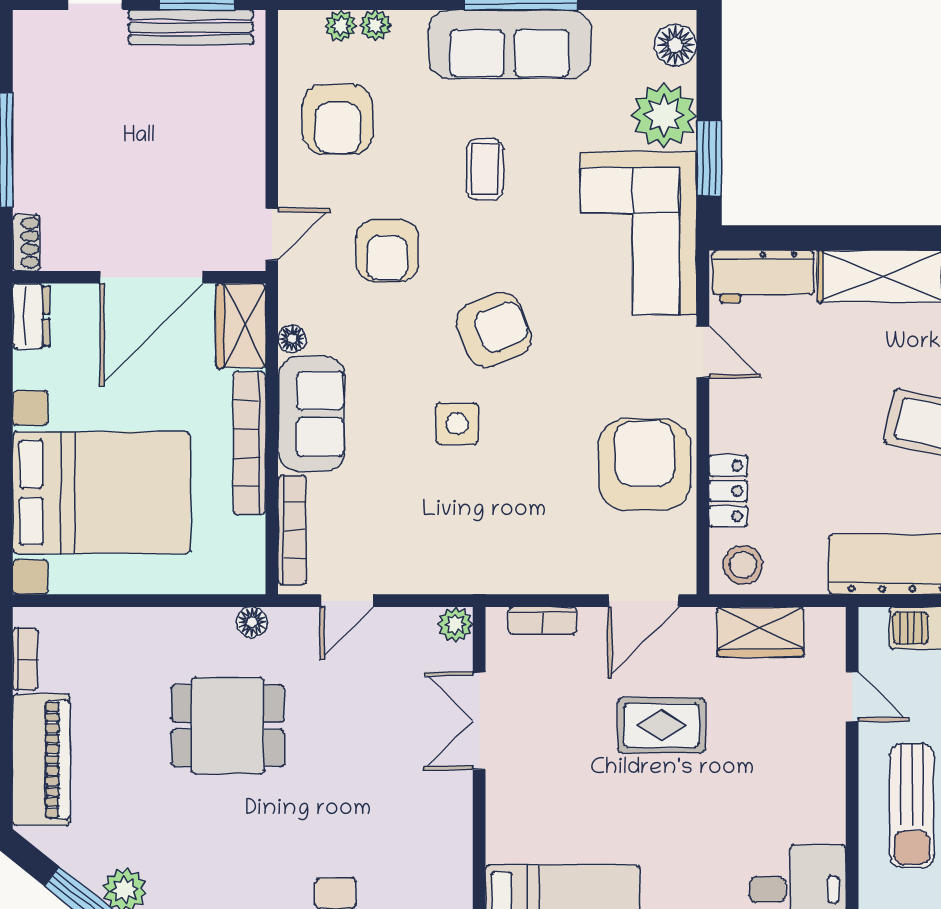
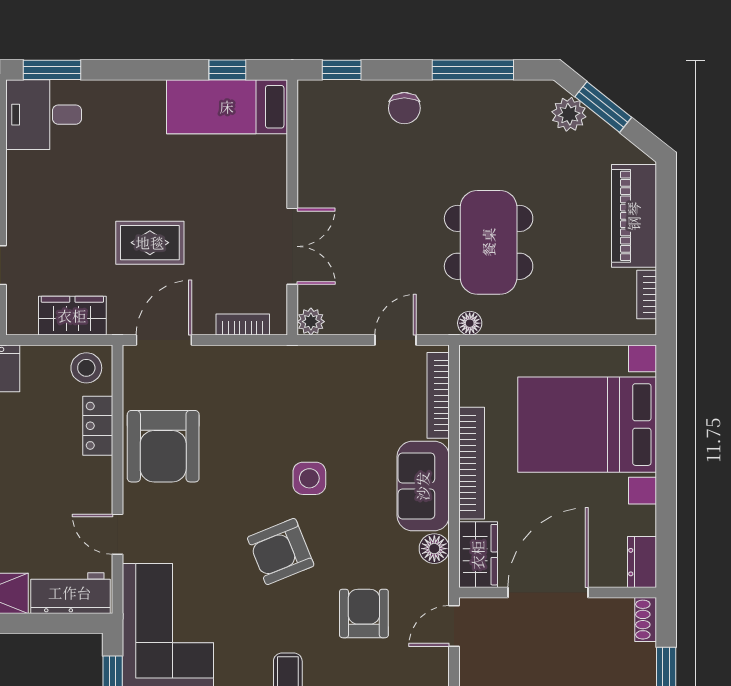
floor lamp: (292, 339) -> (434, 549), width x1.37, depth x1.37
dining table: (228, 726) -> (489, 242), width x1.38

